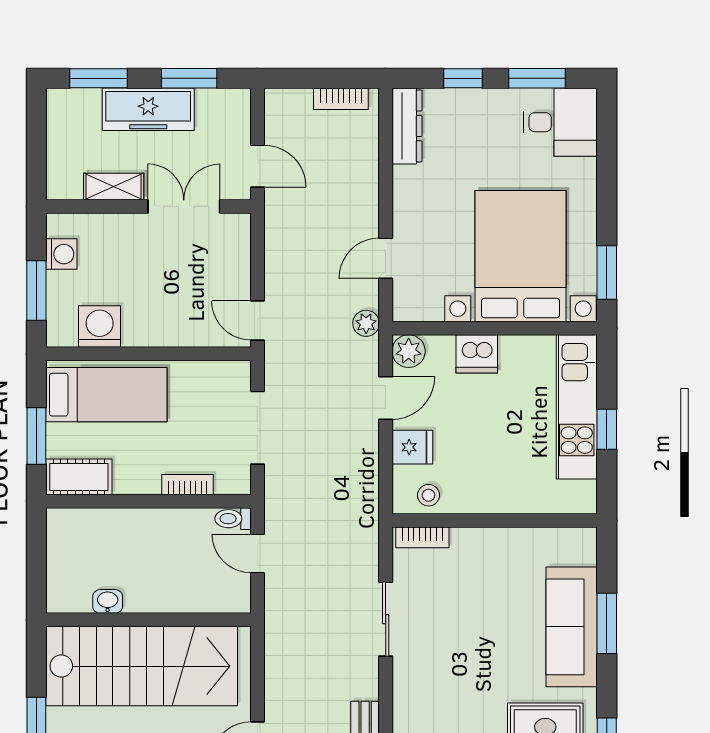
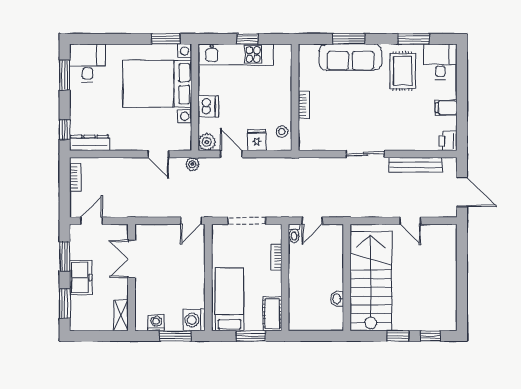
window: (463, 78) -> (65, 130), moved
freezer: (148, 109) -> (81, 278), width x0.71
door: (257, 166) -> (91, 221), moved
shelving: (114, 187) -> (121, 315), moved
washing machine: (100, 327) -> (194, 320), moved
bookcase: (422, 537) -> (304, 105), moved
sliding door: (386, 619) -> (365, 154), moved

